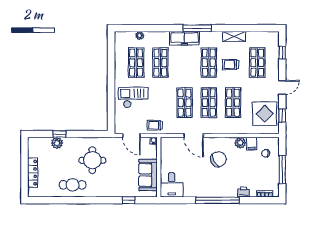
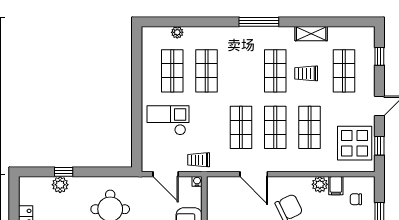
freezer: (184, 38) -> (241, 36), removed

